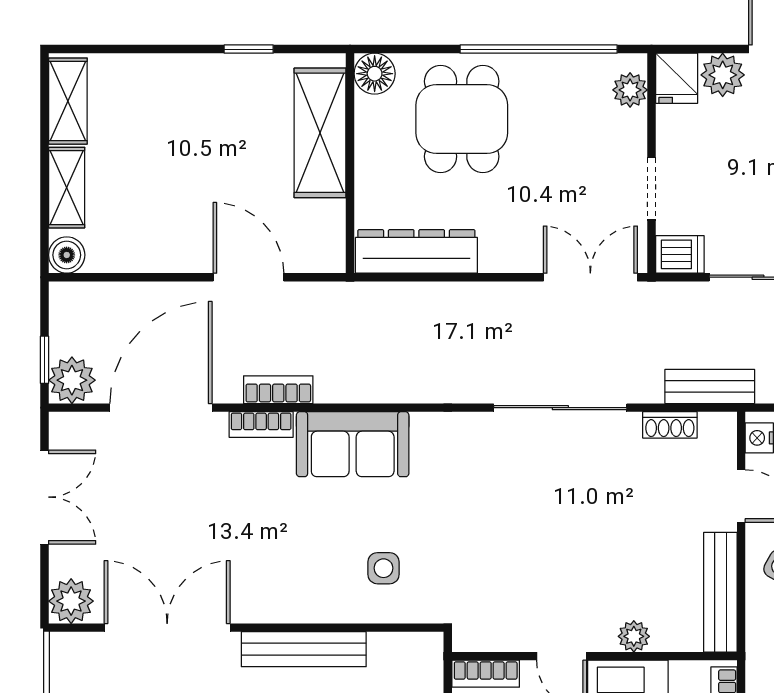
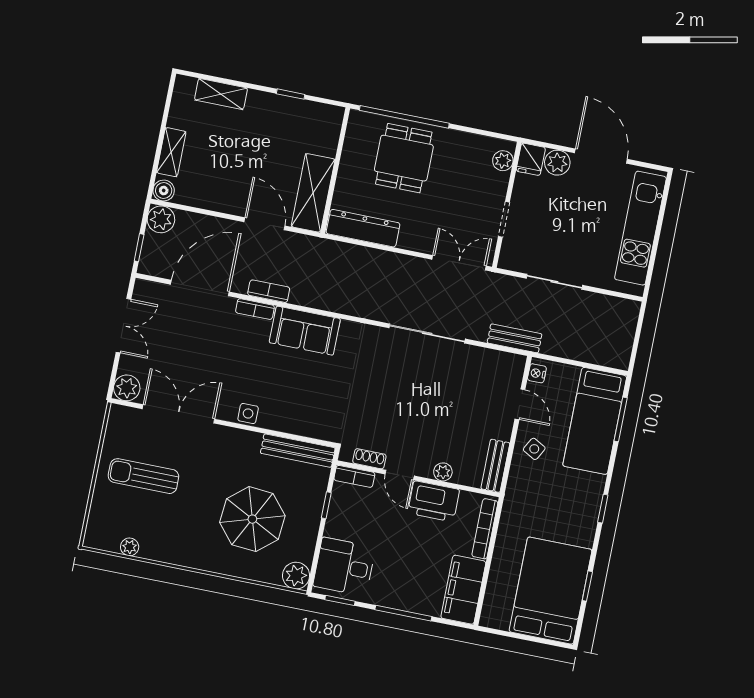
window: (539, 49) -> (404, 117), moved
floor lamp: (375, 74) -> (359, 122), removed
shelving: (68, 101) -> (221, 94), moved, turned 90
shelving: (320, 133) -> (313, 193), moved
dishwasher: (680, 254) -> (513, 260), removed
plant: (72, 380) -> (161, 219), moved
shoe rack: (670, 425) -> (369, 459), moved, turned 180
side table: (383, 568) -> (248, 414), moved
bench: (720, 592) -> (495, 466), width x0.73
bench: (304, 649) -> (298, 451), moved

